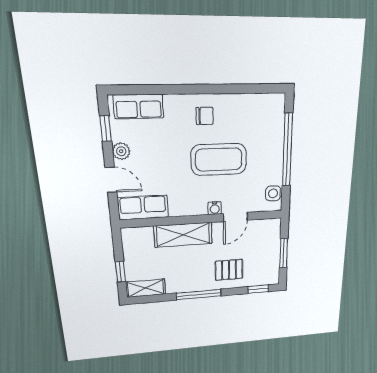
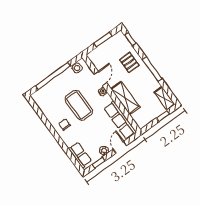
row of seats: (143, 208) -> (120, 120), width x1.48
door: (235, 217) -> (100, 78), hinge flipped

